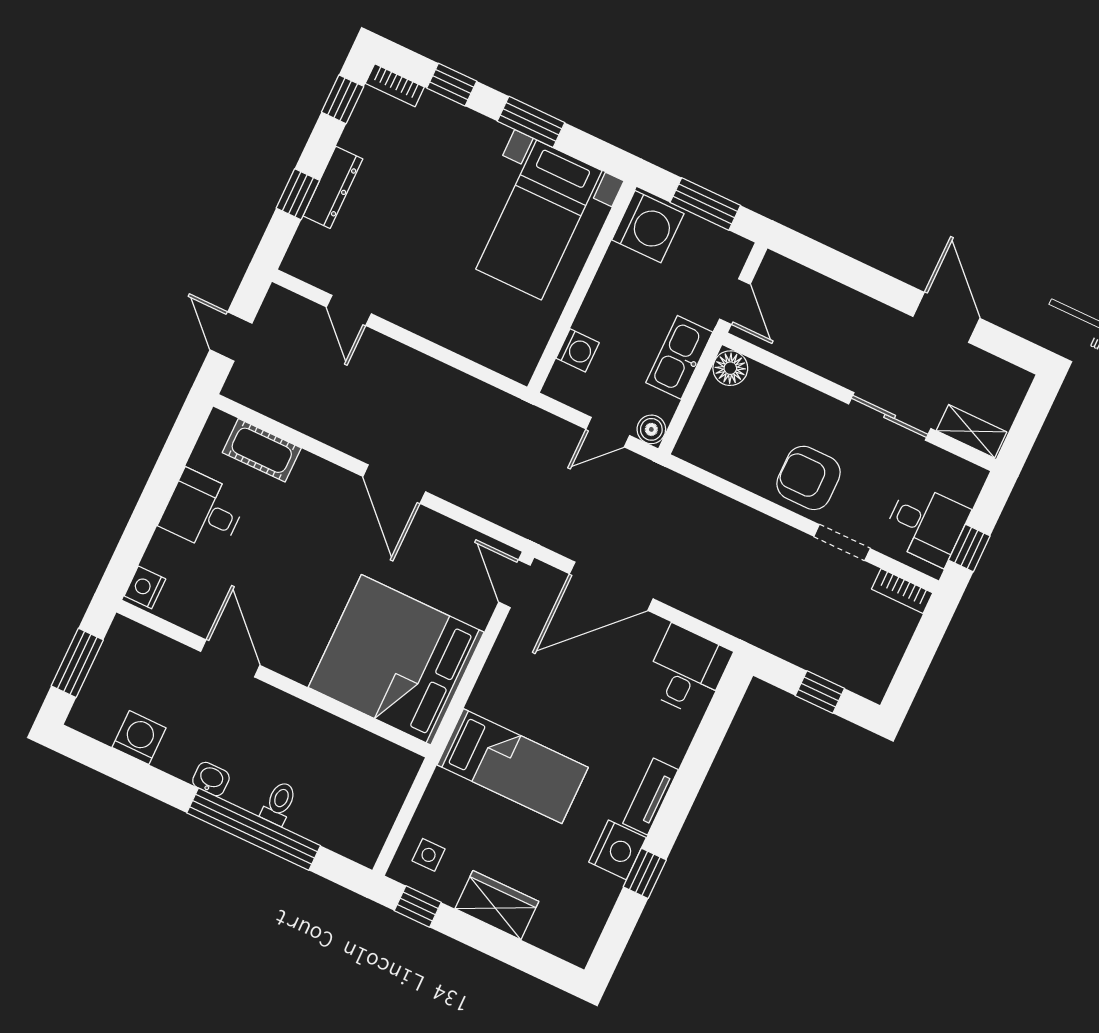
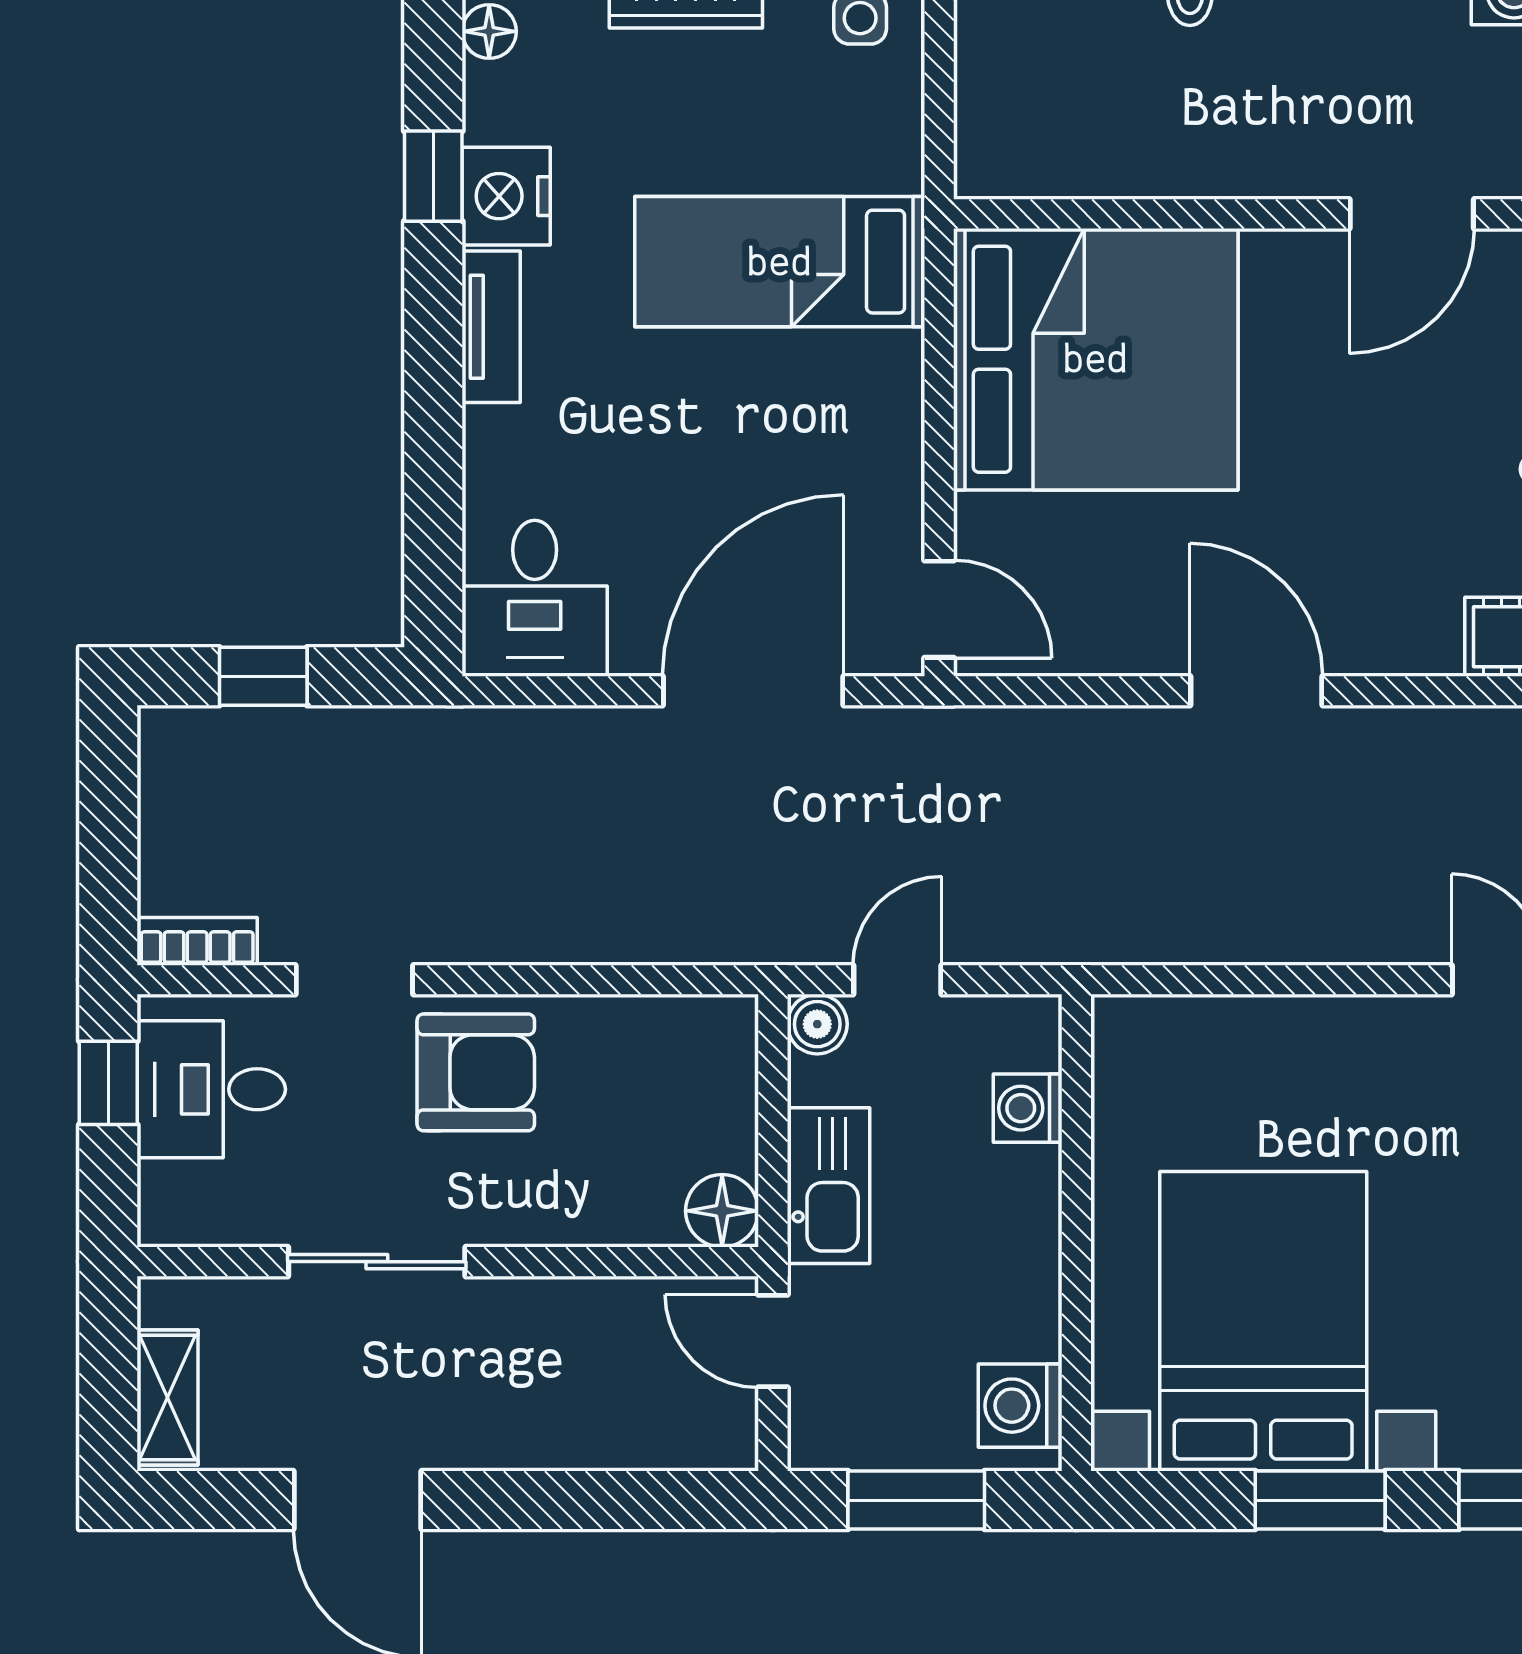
bed with nightstands: (539, 220) -> (1263, 1321), width x1.36
washing machine: (648, 227) -> (1020, 1406), width x0.73, depth x0.73
shelving: (972, 431) -> (168, 1397), moved, turned 90
door: (230, 658) -> (1412, 214), hinge flipped
floor lamp: (591, 924) -> (489, 31), added

